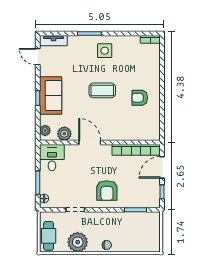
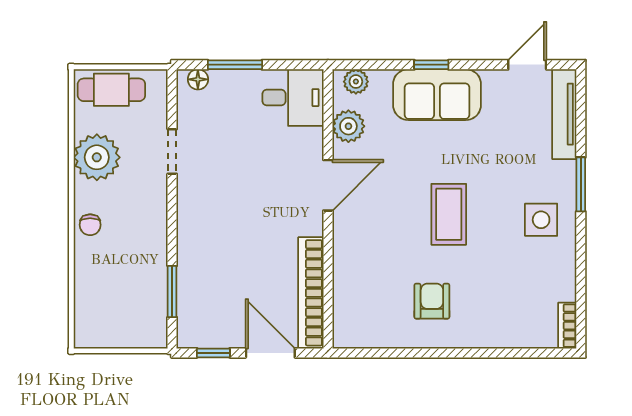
tv unit: (53, 41) -> (564, 114), width x1.41
armchair: (107, 191) -> (217, 225), removed

